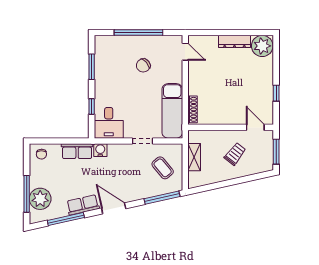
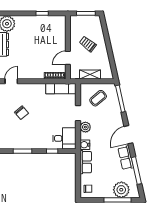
exam couch: (172, 111) -> (61, 89), width x0.73, depth x0.69
door: (255, 127) -> (68, 58), moved
plant: (124, 151) -> (85, 127), added

